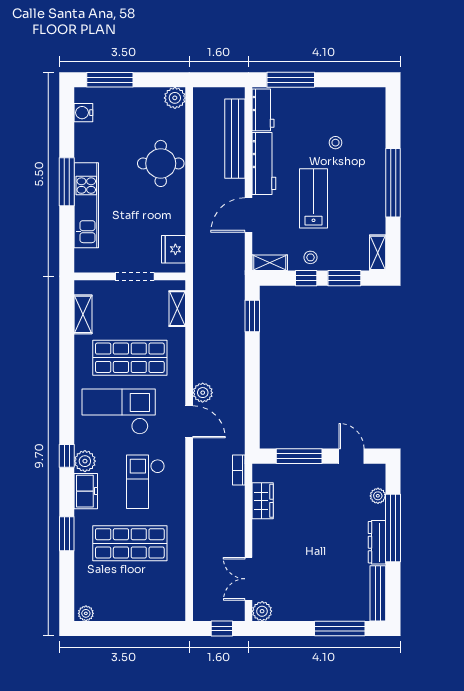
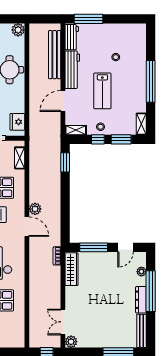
lab bench: (313, 198) -> (102, 91), turned 180
door: (352, 456) -> (125, 247), swing flipped
wardrobe: (263, 501) -> (72, 269), width x1.50

